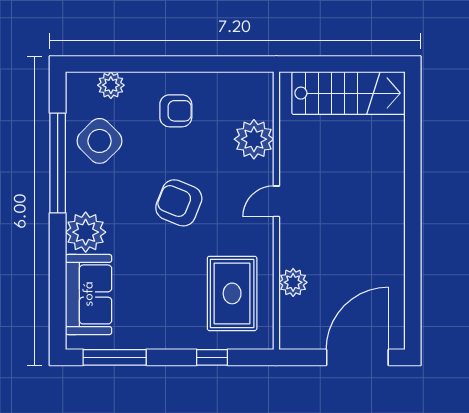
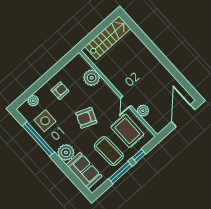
side table: (100, 141) -> (45, 121), turned 45
door: (276, 201) -> (126, 102), moved
coffee table: (165, 300) -> (109, 151), added
window: (115, 357) -> (120, 173), moved

